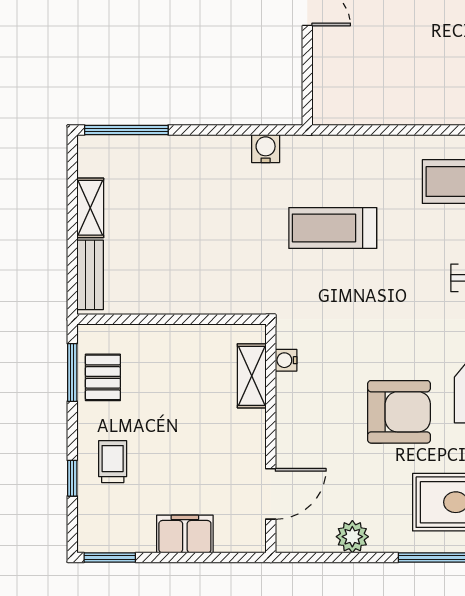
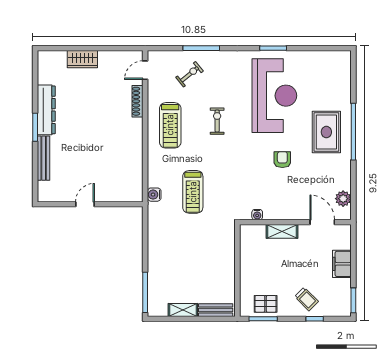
water cooler: (266, 149) -> (154, 195), moved
shelving: (252, 376) -> (282, 231), moved
armchair: (399, 412) -> (282, 160), width x0.53, depth x0.53
trolley: (113, 462) -> (307, 299), turned -135
plant: (352, 537) -> (343, 199), moved

